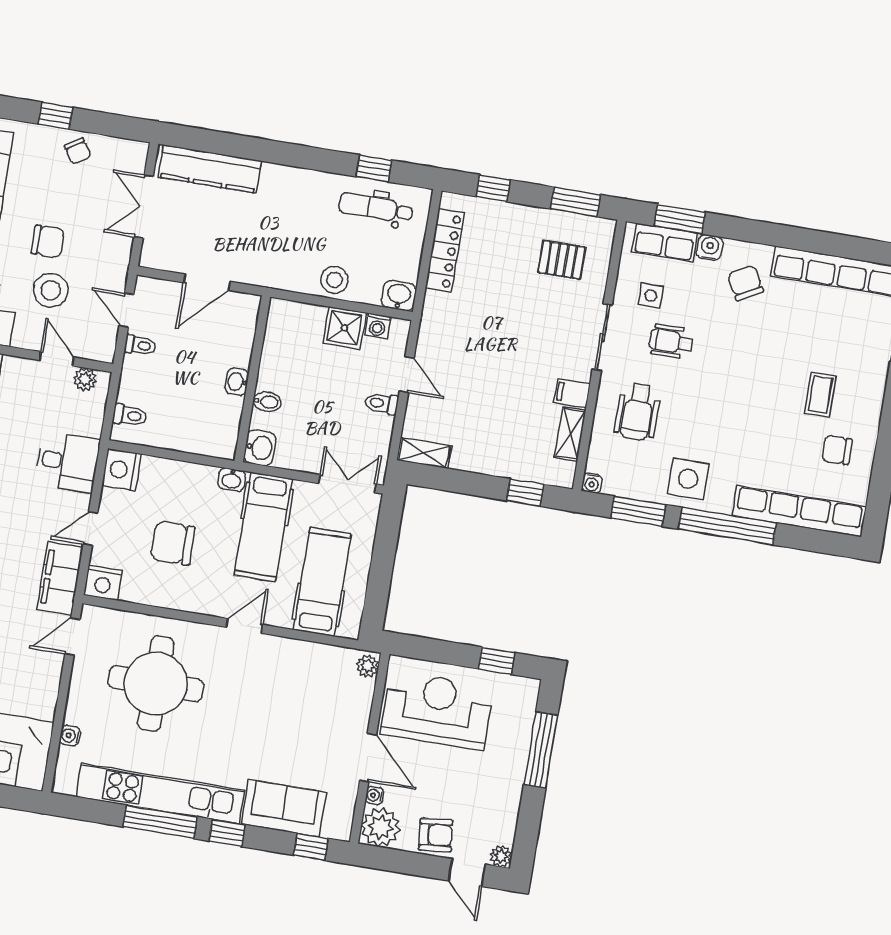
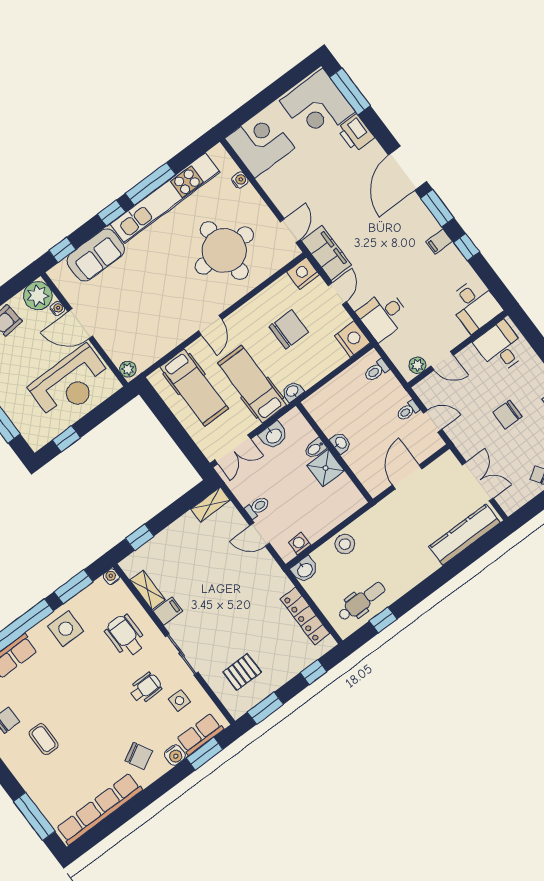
stool: (51, 290) -> (481, 392), removed
shower: (344, 328) -> (326, 468), moved
washbasin: (260, 448) -> (274, 436), moved, turned -90

